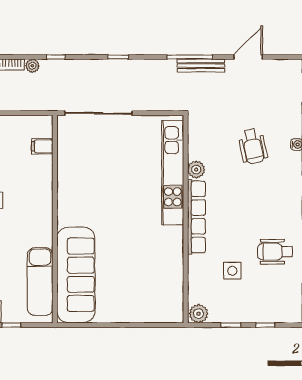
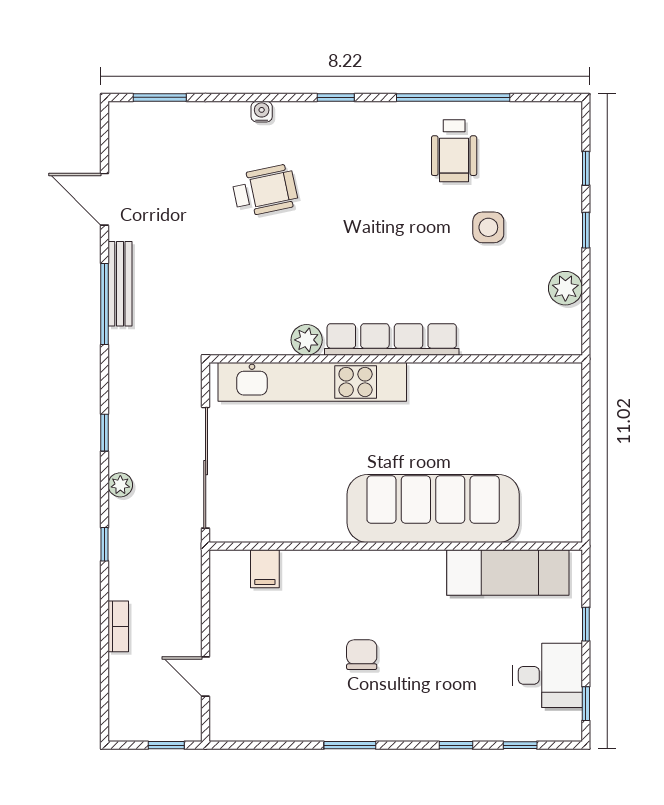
plant: (32, 66) -> (120, 485), moved
plant: (196, 170) -> (307, 340), moved
kitchen unit: (173, 173) -> (312, 382), moved
row of seats: (196, 217) -> (392, 339), moved
wall: (186, 219) -> (396, 359), moved
sofa: (76, 275) -> (433, 508), moved

